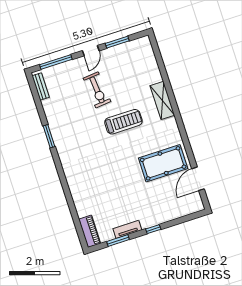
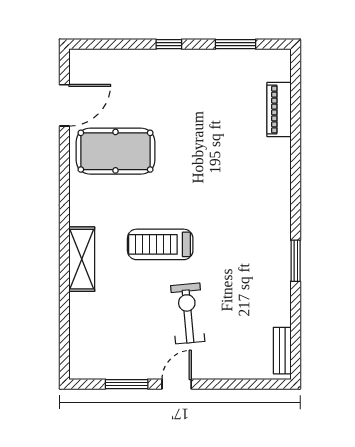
window: (56, 62) -> (242, 384), removed
tv unit: (127, 229) -> (213, 58), removed
piano: (90, 231) -> (279, 109), moved

